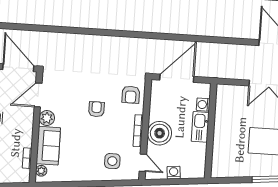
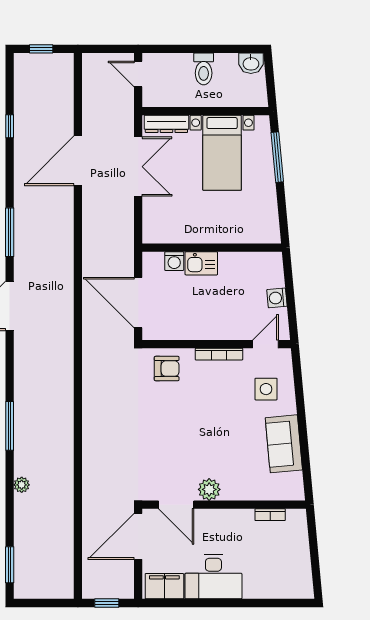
armchair: (96, 109) -> (191, 417), removed
kitchen sink: (200, 127) -> (201, 263), width x0.73
boiler: (160, 133) -> (220, 322), removed
sofa: (48, 146) -> (284, 444), moved, turned -95
plant: (41, 171) -> (287, 493), removed

